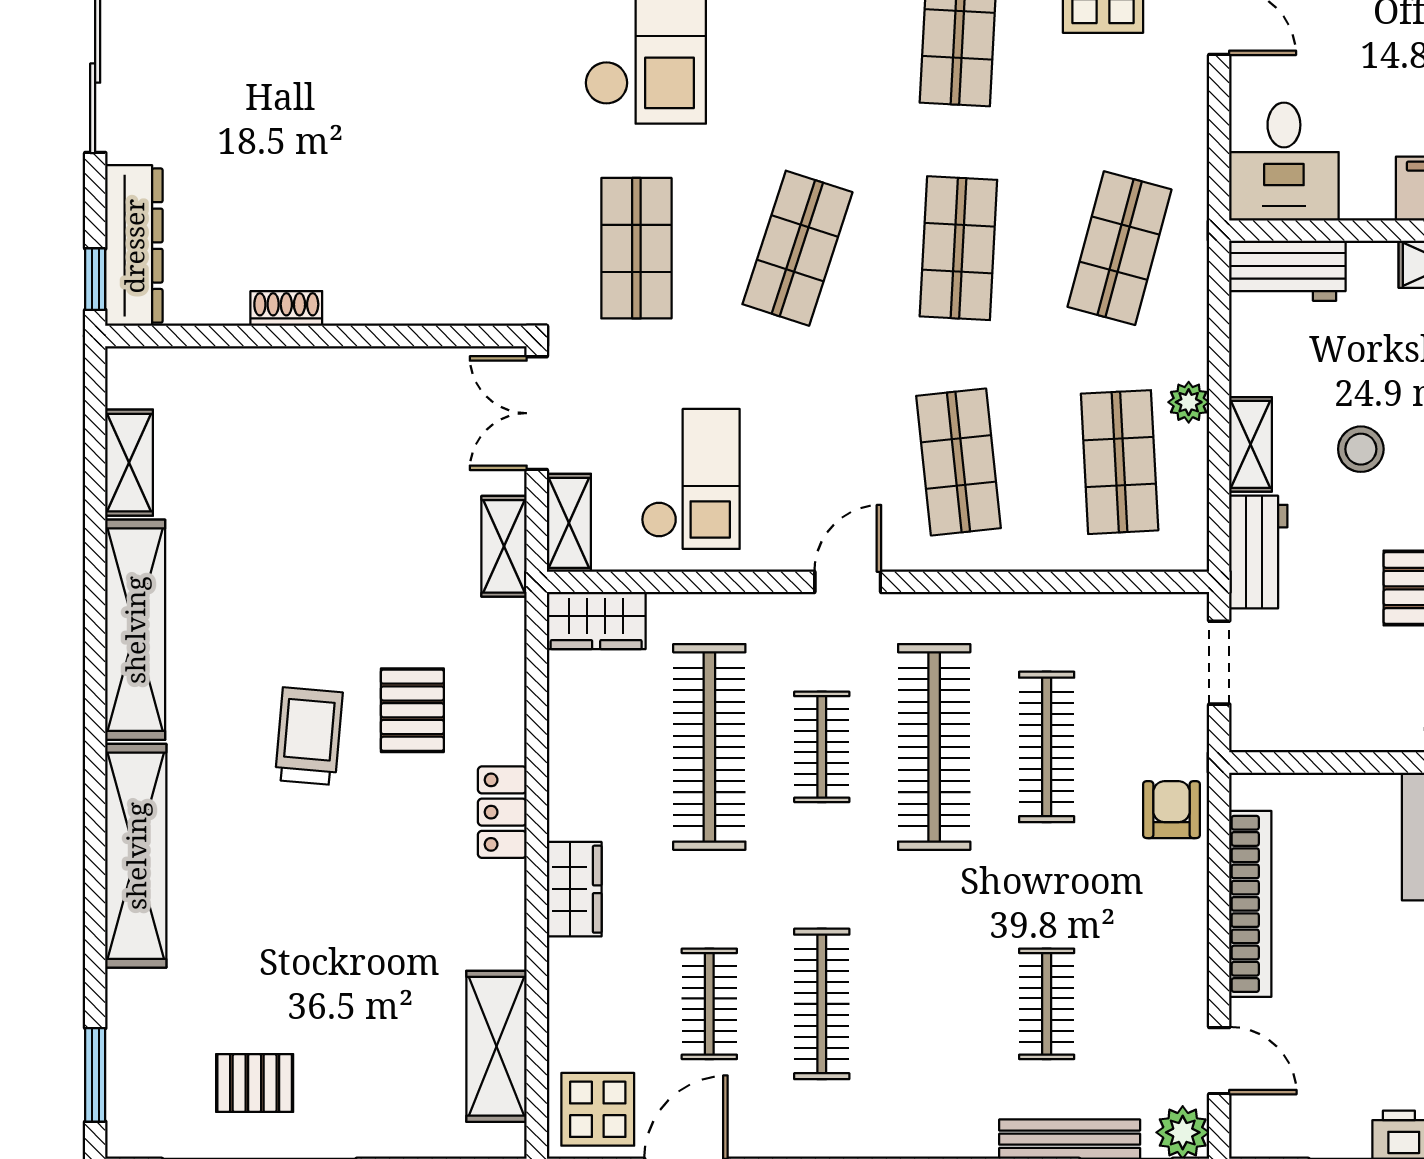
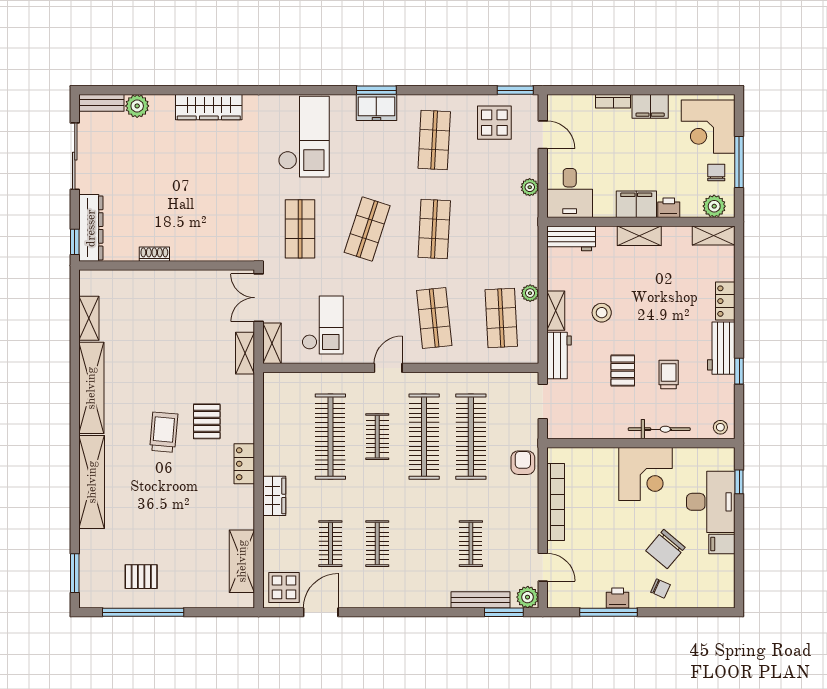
plant: (1188, 148) -> (530, 187), added
shop shelf: (1120, 248) -> (501, 229), removed
wardrobe: (596, 621) -> (283, 384), removed
clothes rail: (1047, 747) -> (471, 437), width x1.37, depth x1.31
clothes rail: (822, 1004) -> (377, 544), width x0.73

